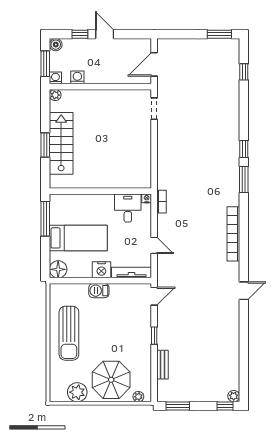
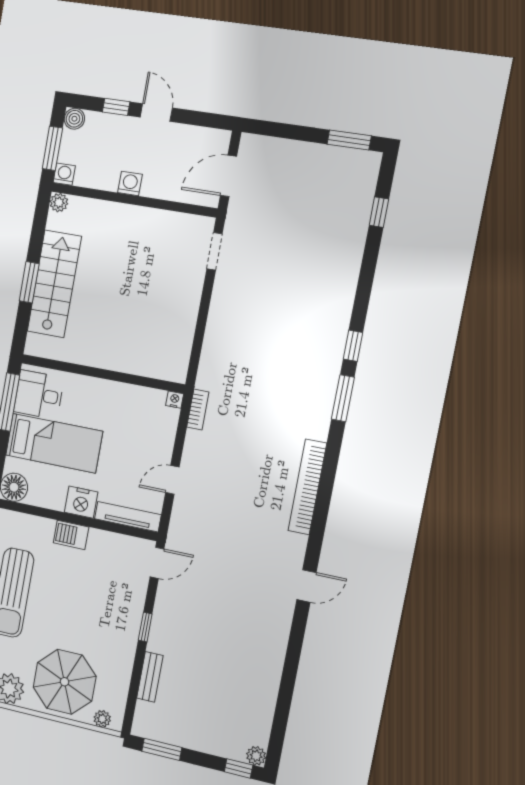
washing machine: (77, 77) -> (130, 183), moved
desk: (128, 208) -> (39, 395), moved, turned -90
door: (154, 245) -> (172, 480), swing flipped

